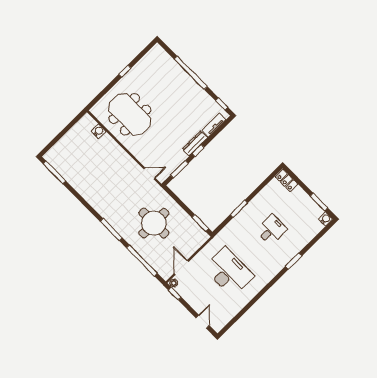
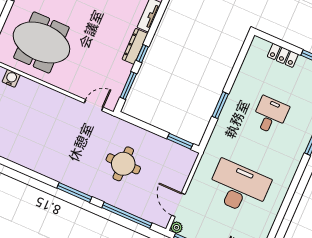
locker: (287, 180) -> (283, 55), moved
round table: (154, 223) -> (123, 164), width x0.73, depth x0.73

